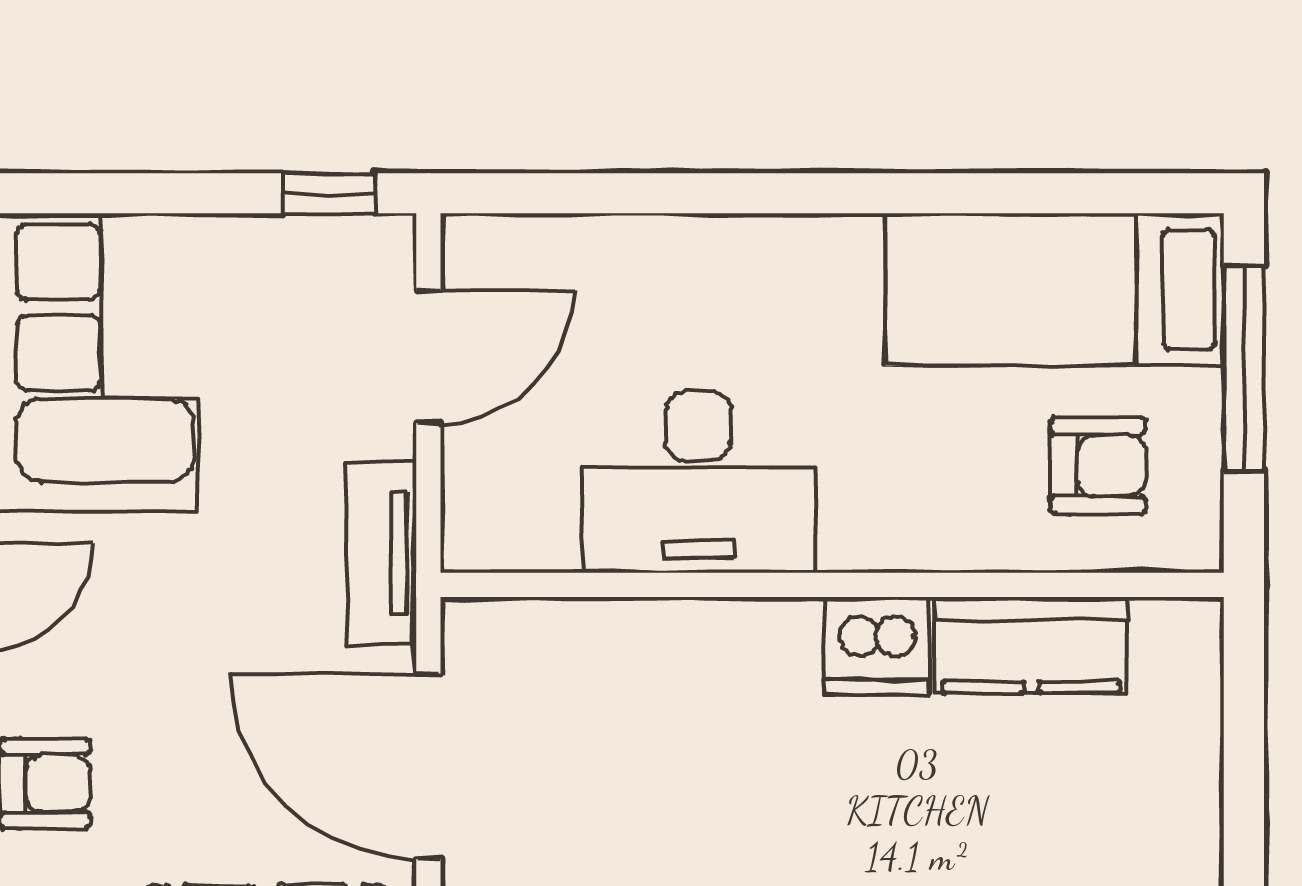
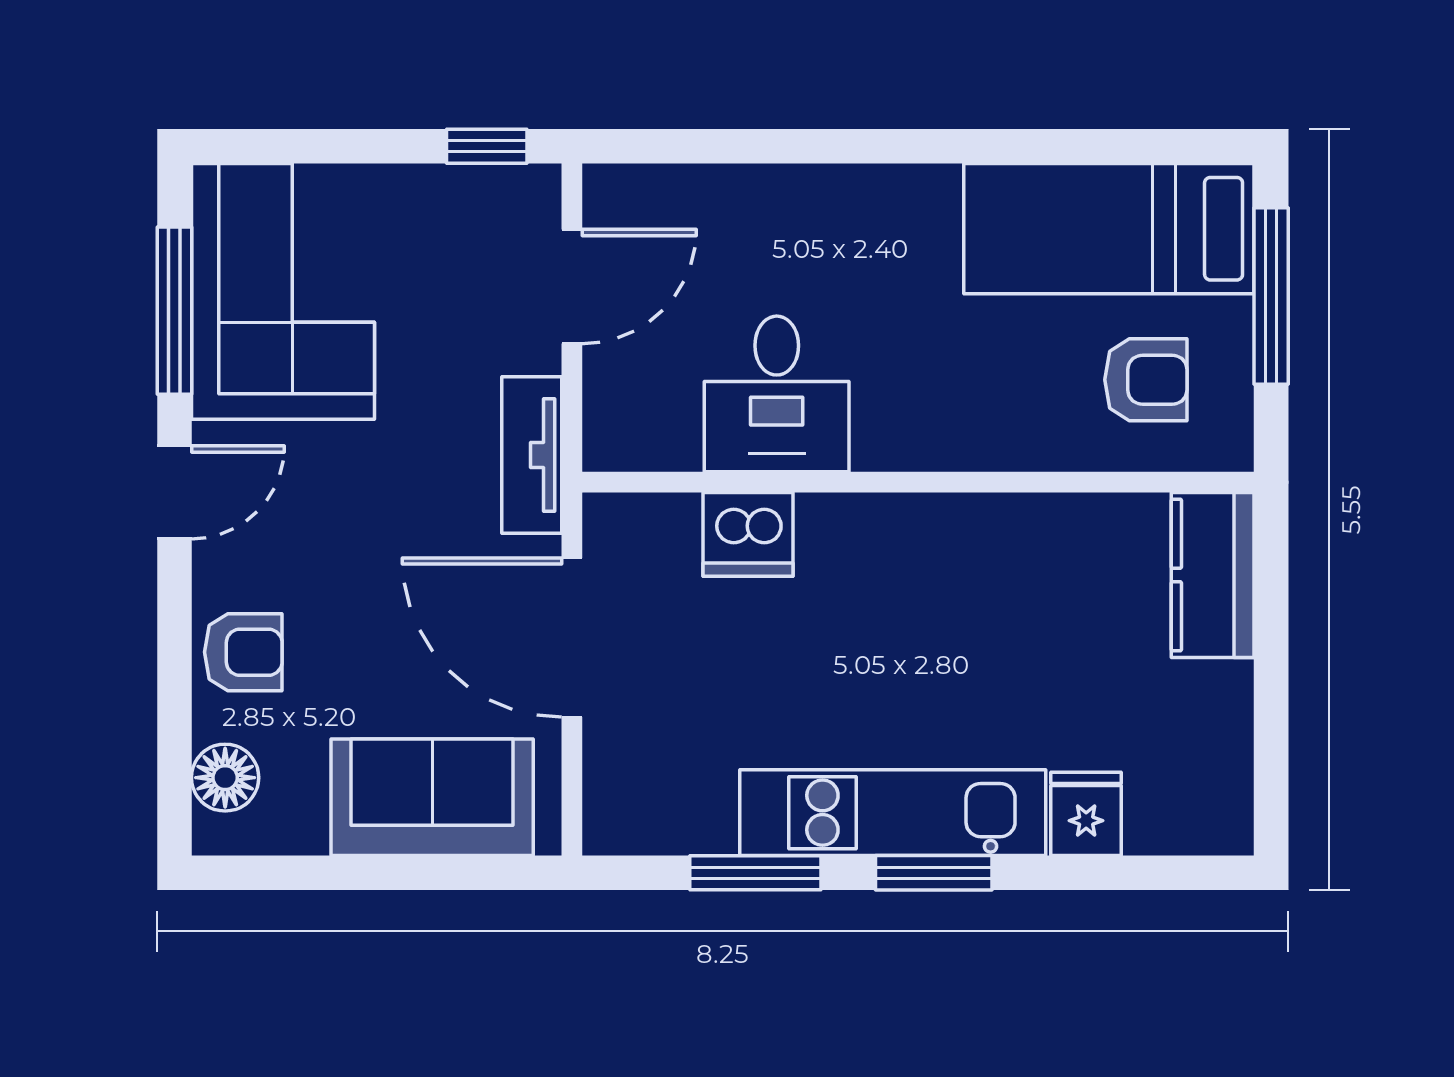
desk: (699, 482) -> (777, 394), width x0.73
kitchen counter: (1031, 645) -> (1213, 575), moved, turned 90
dishwasher: (876, 646) -> (748, 534), moved

